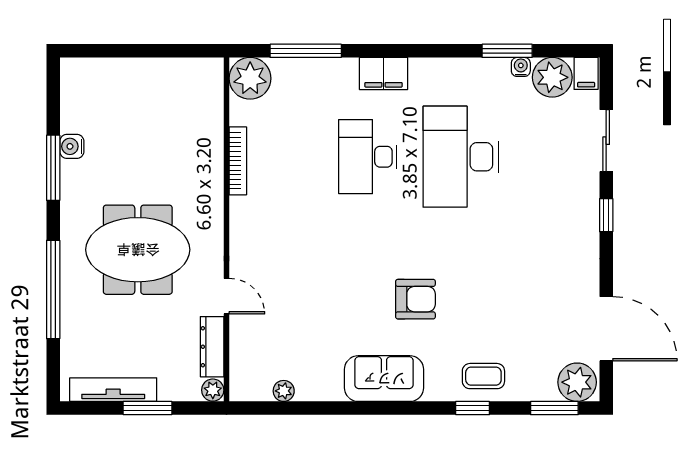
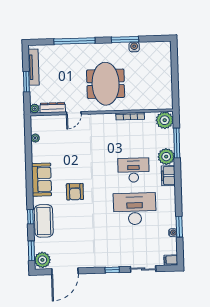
plant: (552, 77) -> (166, 157), moved
meeting table: (138, 250) -> (106, 84), moved
coffee table: (483, 376) -> (44, 221), width x1.86, depth x1.72

